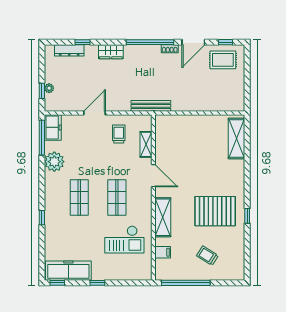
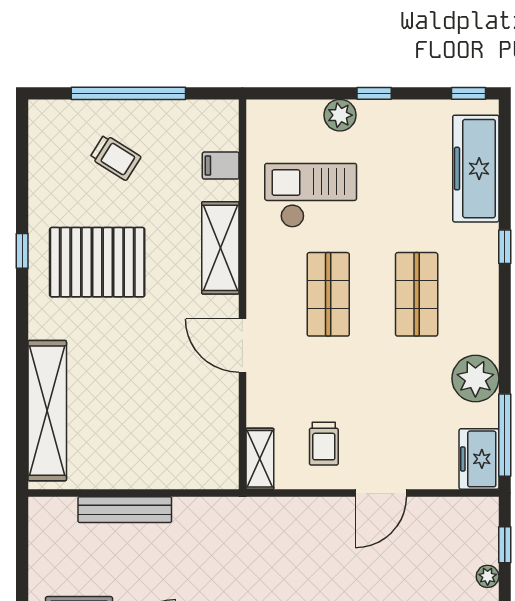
plant: (49, 88) -> (488, 576), moved
bench: (151, 106) -> (125, 510), moved
shelving: (236, 139) -> (47, 411), width x1.47
shelving: (146, 144) -> (260, 459), moved
freezer: (68, 271) -> (476, 169), moved, turned 90
plant: (112, 274) -> (340, 115), added
window: (186, 283) -> (128, 93), moved

